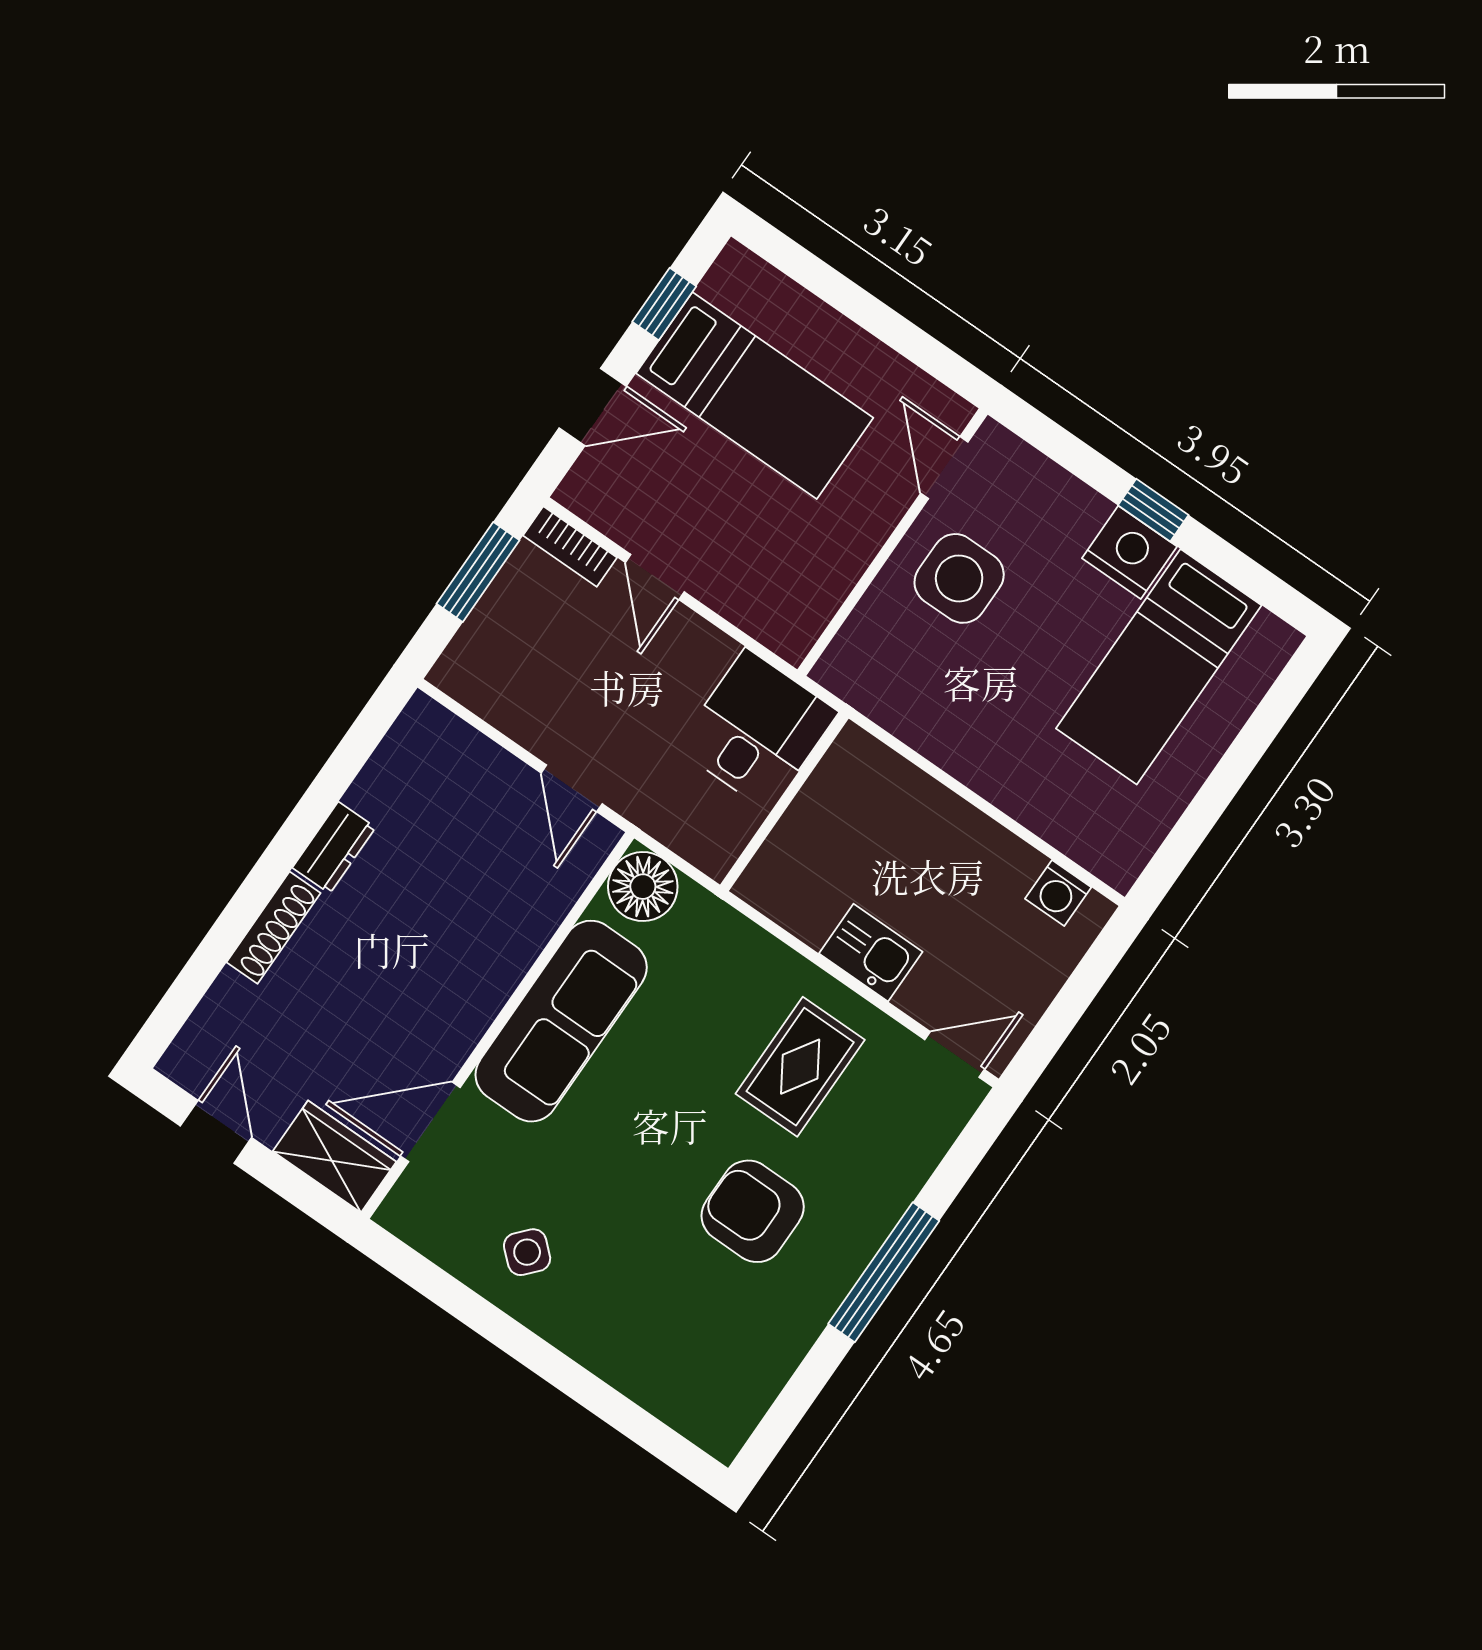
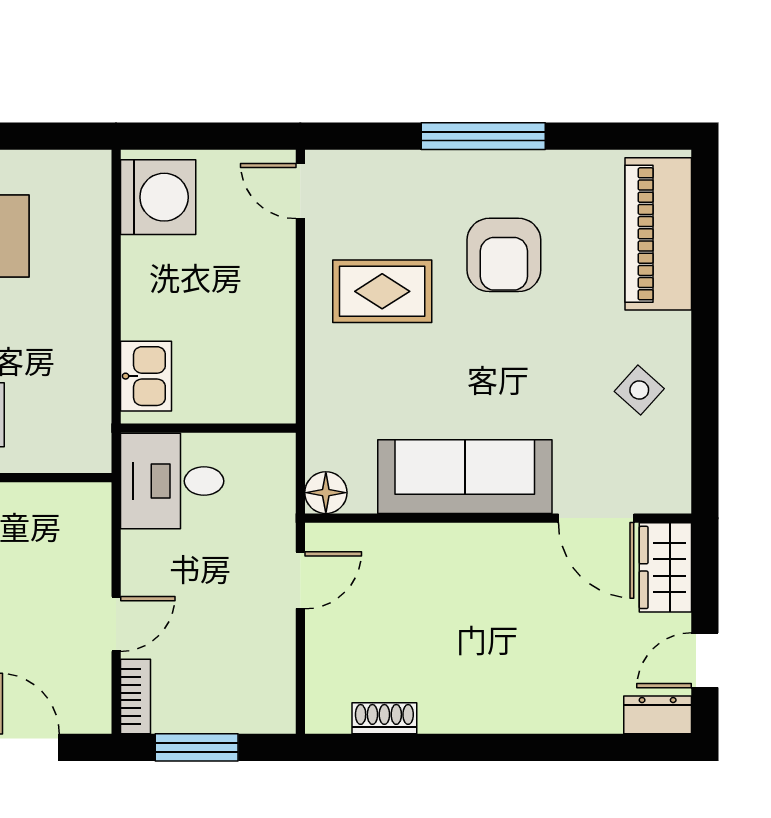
dresser: (334, 848) -> (658, 715), moved
floor lamp: (643, 887) -> (326, 493), width x0.73, depth x0.73
washing machine: (1058, 893) -> (158, 197), width x1.89, depth x1.89
shoe rack: (273, 928) -> (384, 718), moved, width x0.70
kitchen sink: (871, 953) -> (146, 376), moved, turned 180
piano: (668, 1378) -> (658, 234), added

